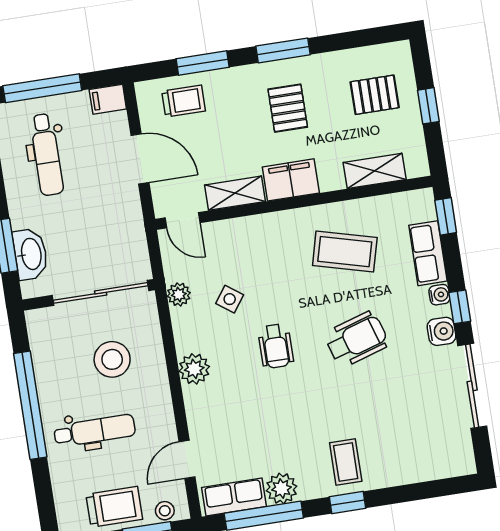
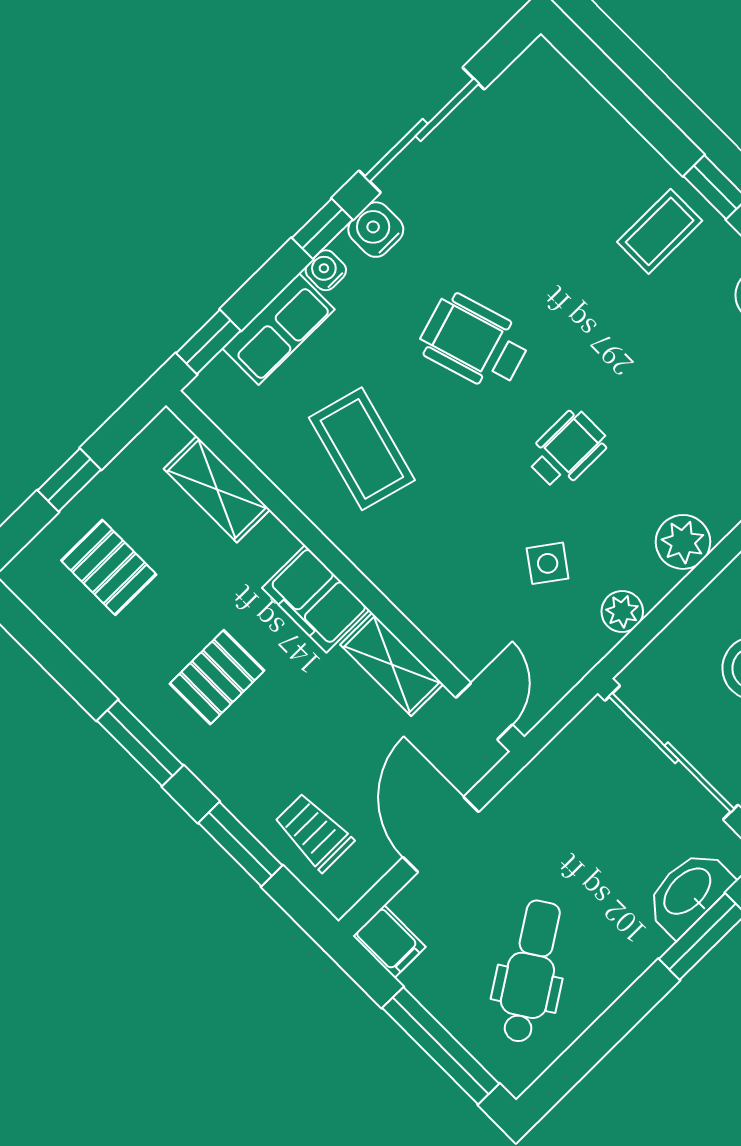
dental chair: (47, 155) -> (530, 971), turned -33
plant: (179, 294) -> (622, 611), moved

